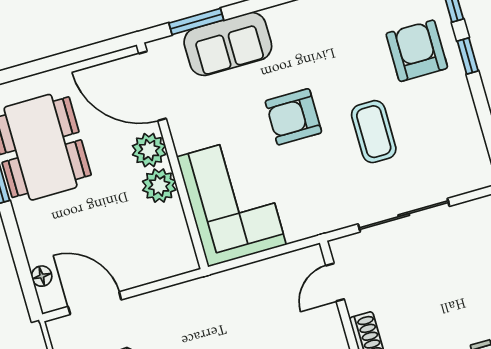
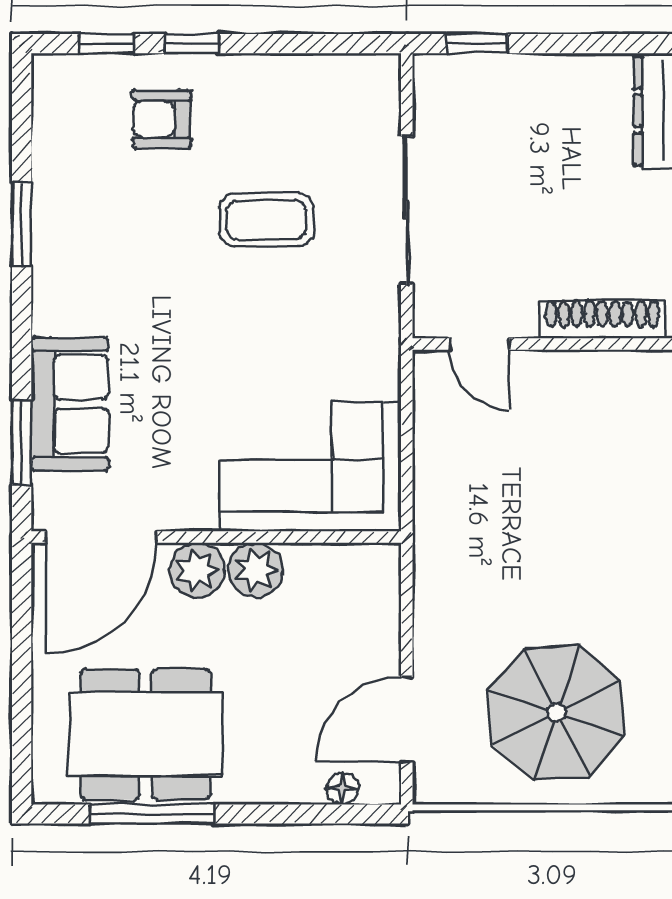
armchair: (417, 51) -> (162, 119), width x0.72, depth x0.72
armchair: (293, 117) -> (209, 336), removed

